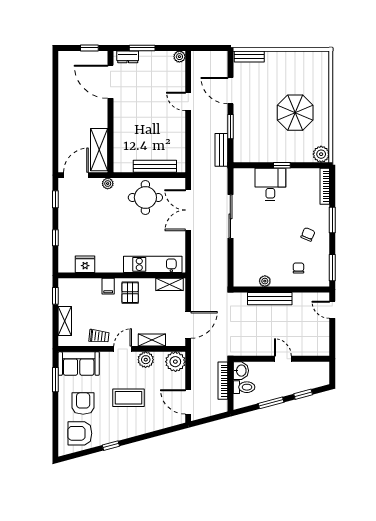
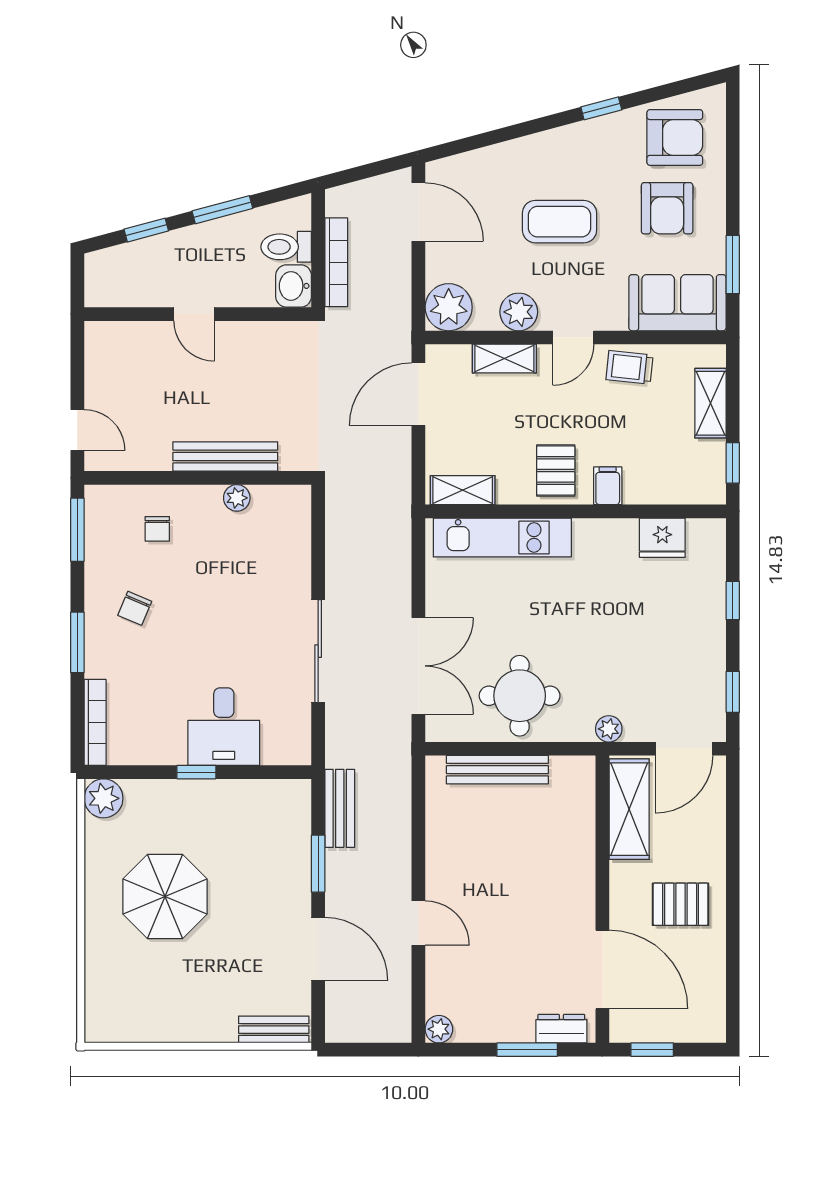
pallet: (77, 109) -> (681, 904), added

